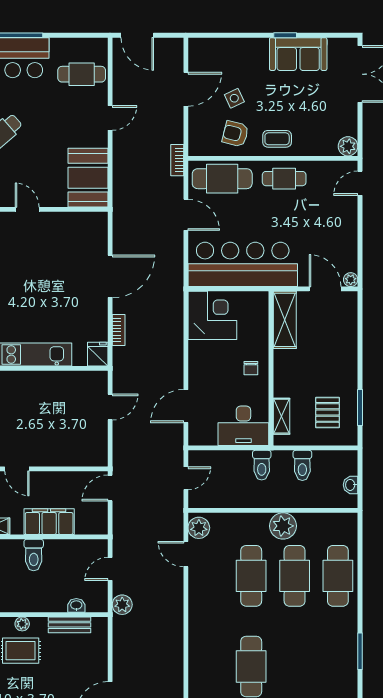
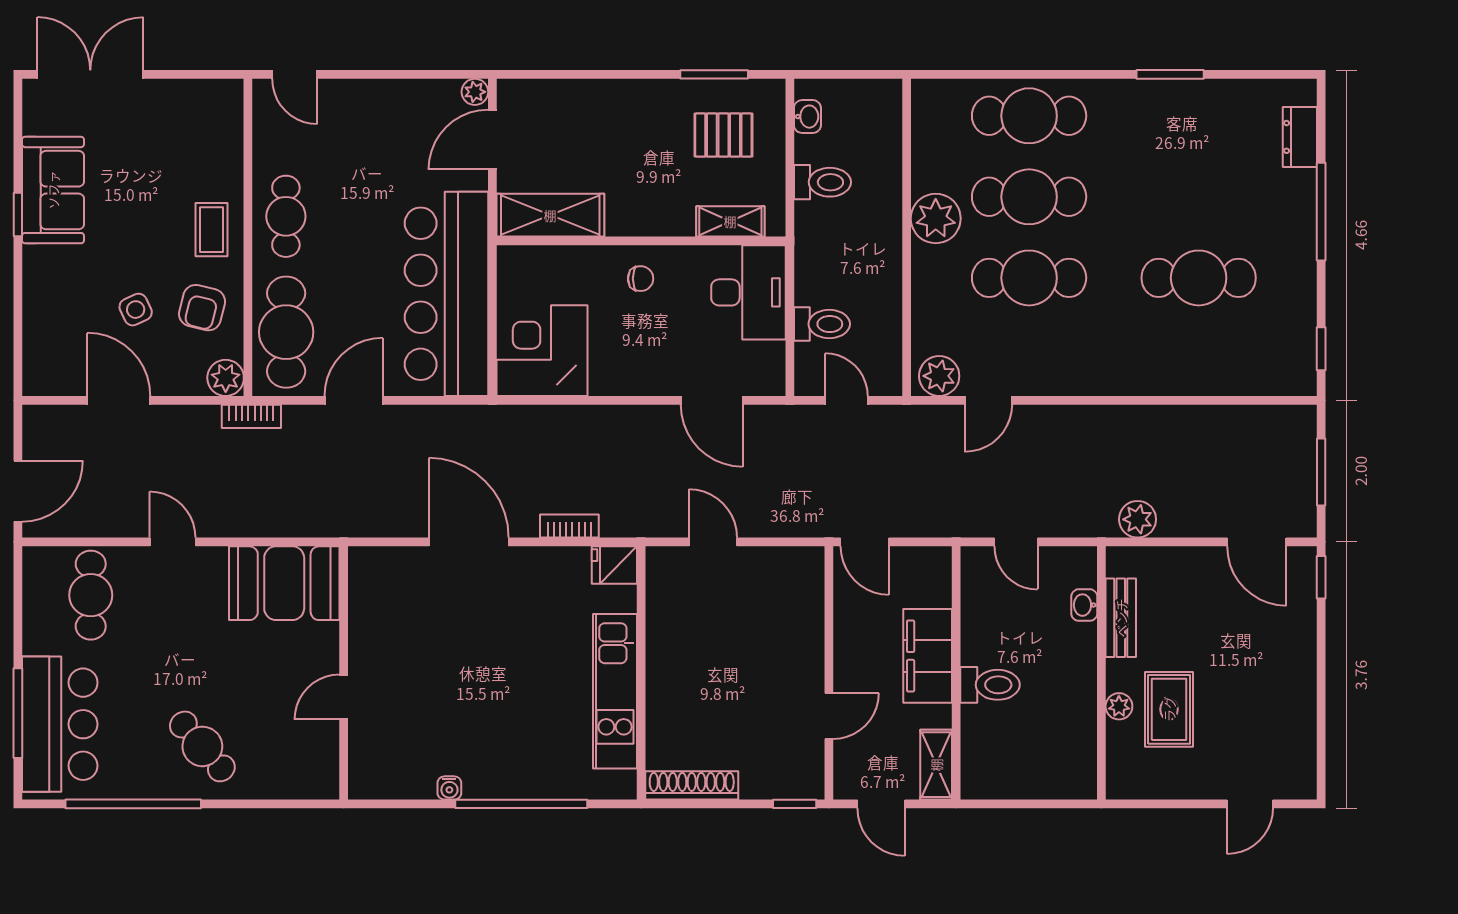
plant: (348, 146) -> (226, 378), moved
toilet: (262, 465) -> (822, 324), moved
washbasin: (351, 485) -> (807, 117), moved, turned -90
plant: (122, 605) -> (1138, 519), moved

